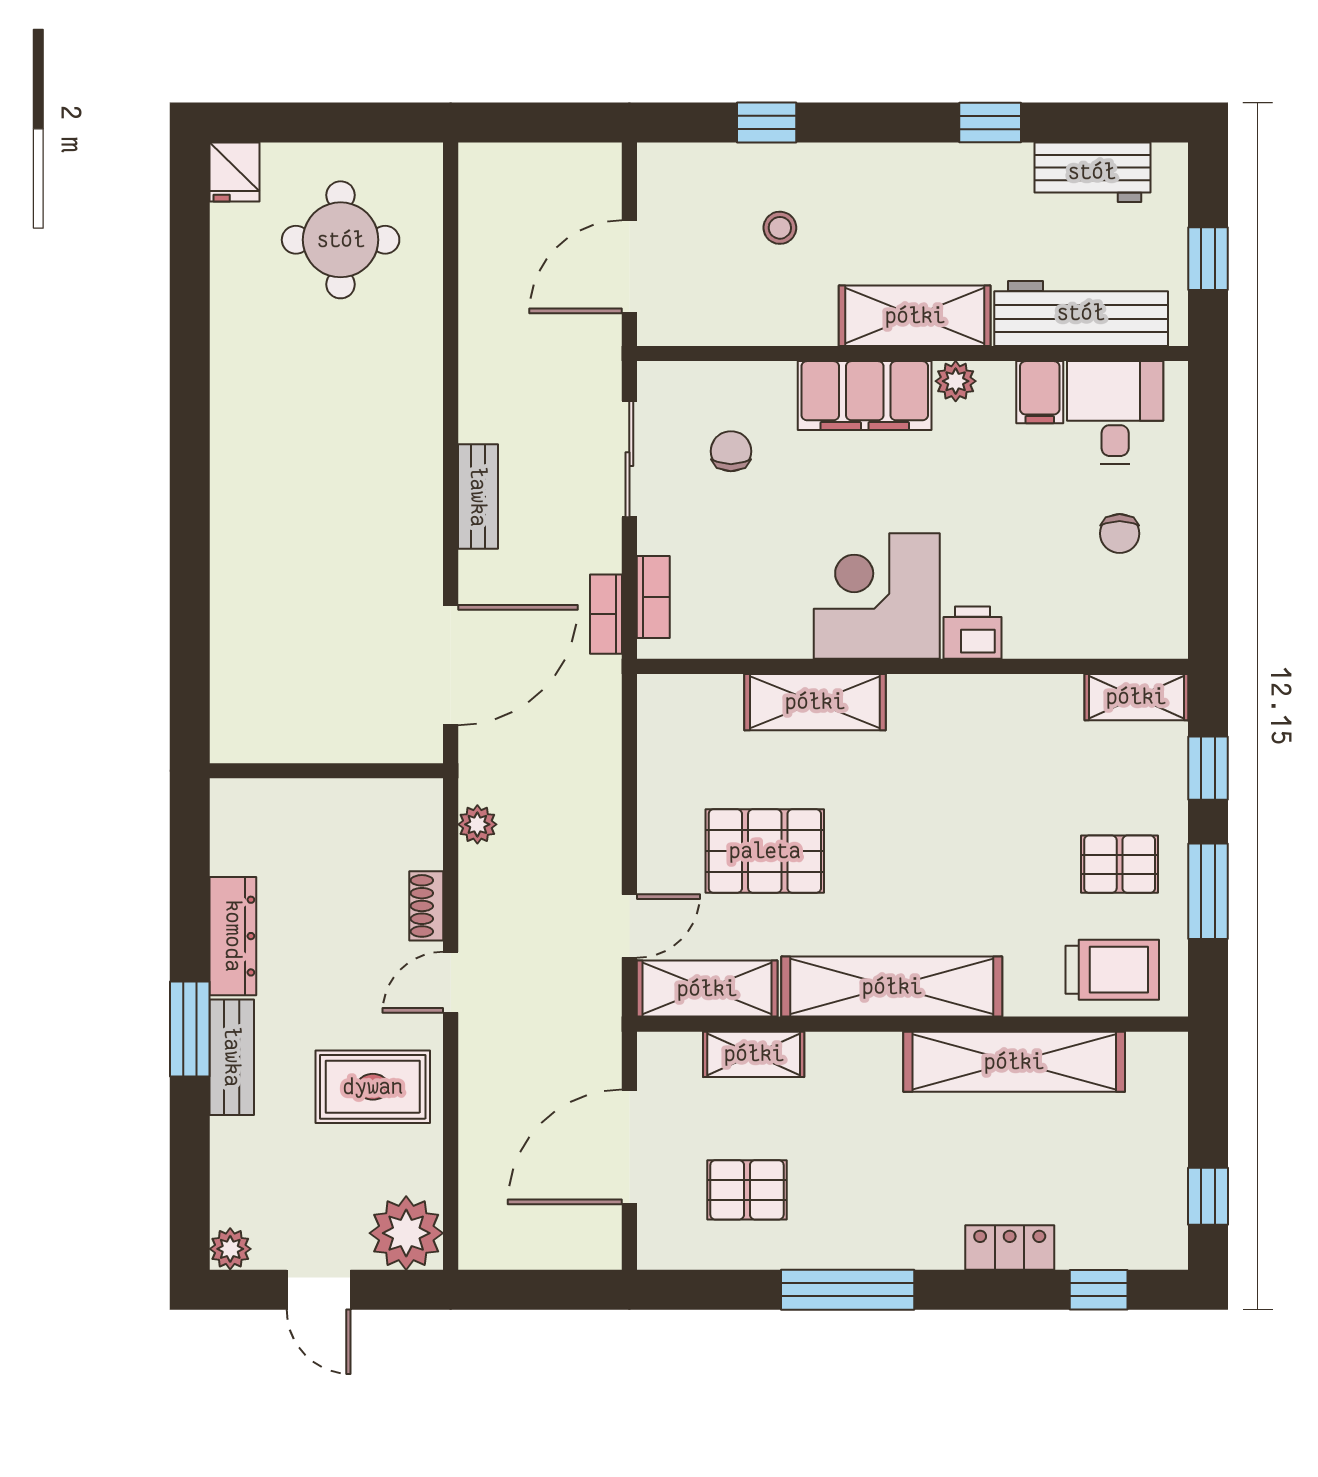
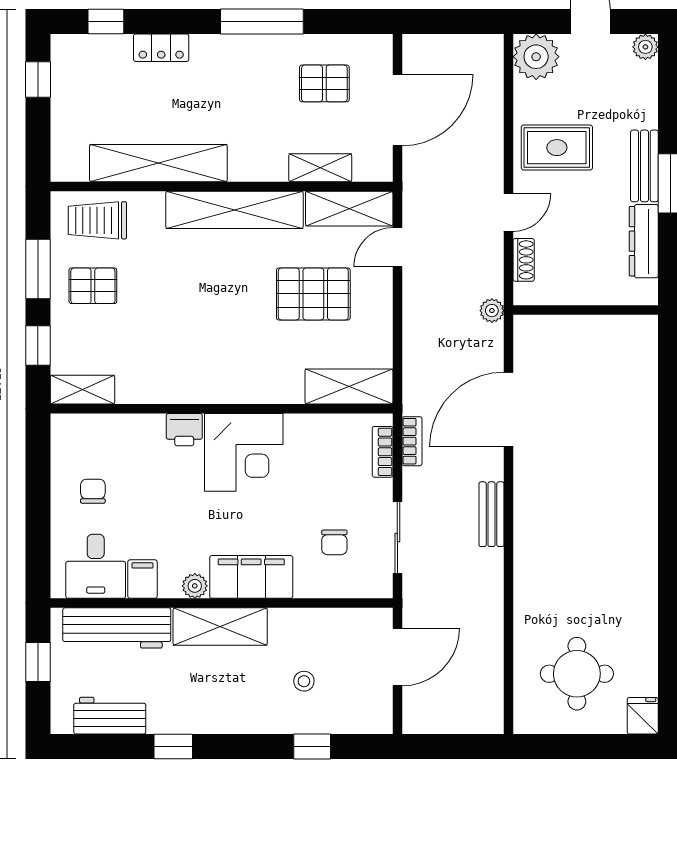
shelving: (815, 702) -> (349, 386), moved
wall: (326, 771) -> (586, 310), moved

